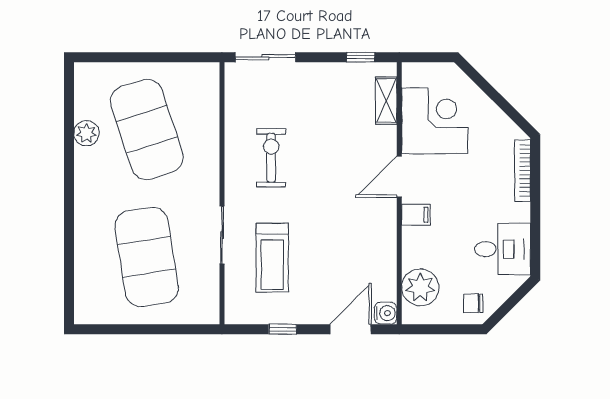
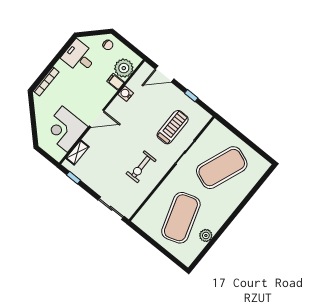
filing cabinet: (416, 215) -> (116, 82), moved
exercise mat: (147, 257) -> (222, 168), turned 30
water cooler: (386, 313) -> (126, 94), moved

